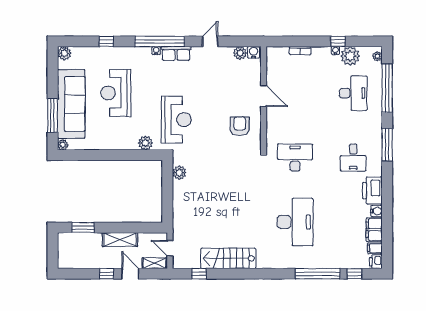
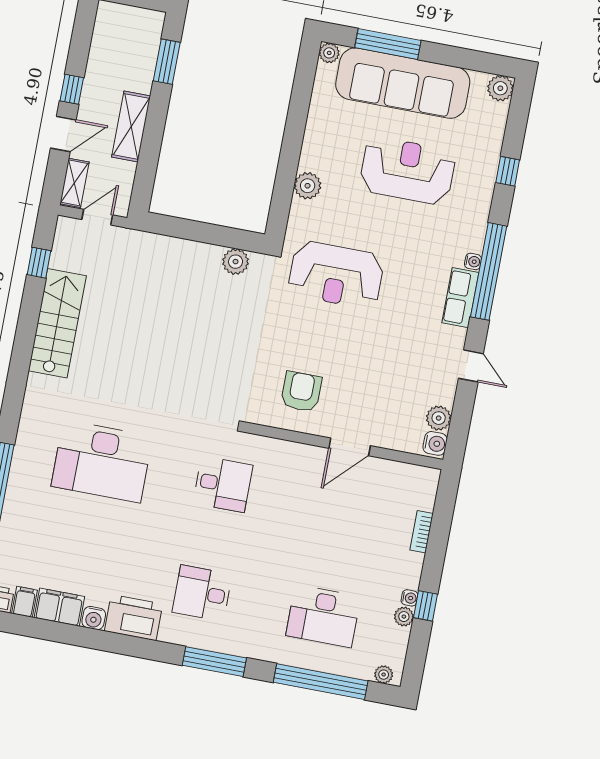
plant: (350, 56) -> (404, 617), width x0.53, depth x0.53
armchair: (240, 126) -> (301, 392), turned -90
plant: (145, 143) -> (308, 186), moved
desk: (295, 158) -> (223, 484), width x0.73

